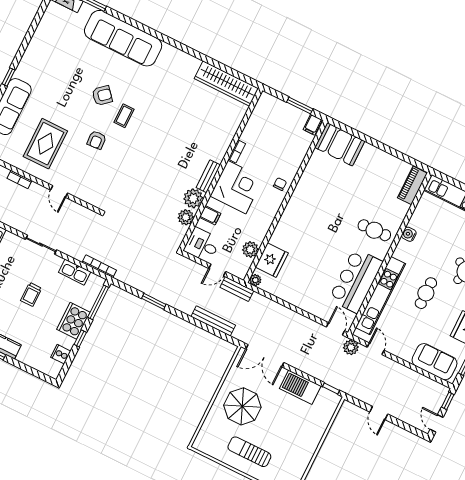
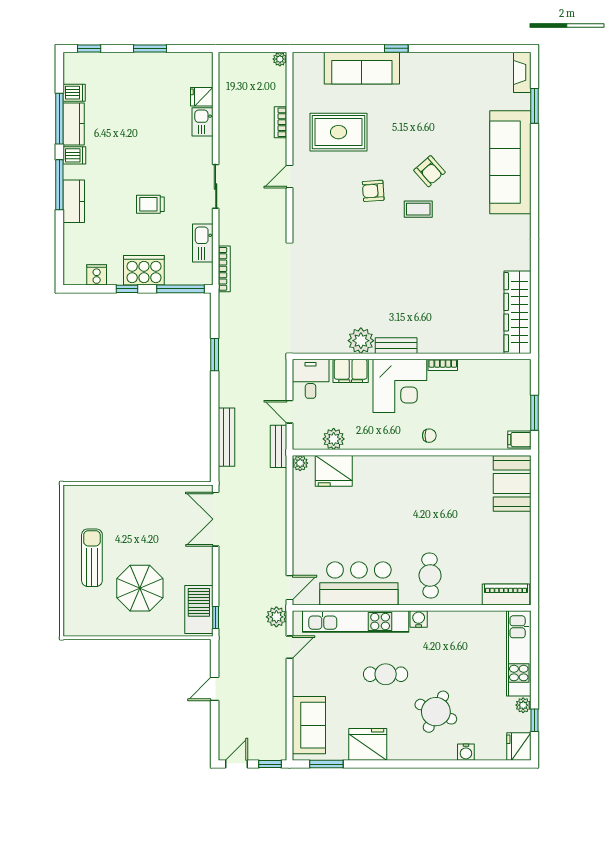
filing cabinet: (210, 215) -> (351, 371), width x2.00
plant: (186, 217) -> (334, 343), removed
water cooler: (409, 234) -> (419, 619), moved
barbecue: (300, 387) -> (199, 610), moved
parasol: (242, 406) -> (140, 588), moved

